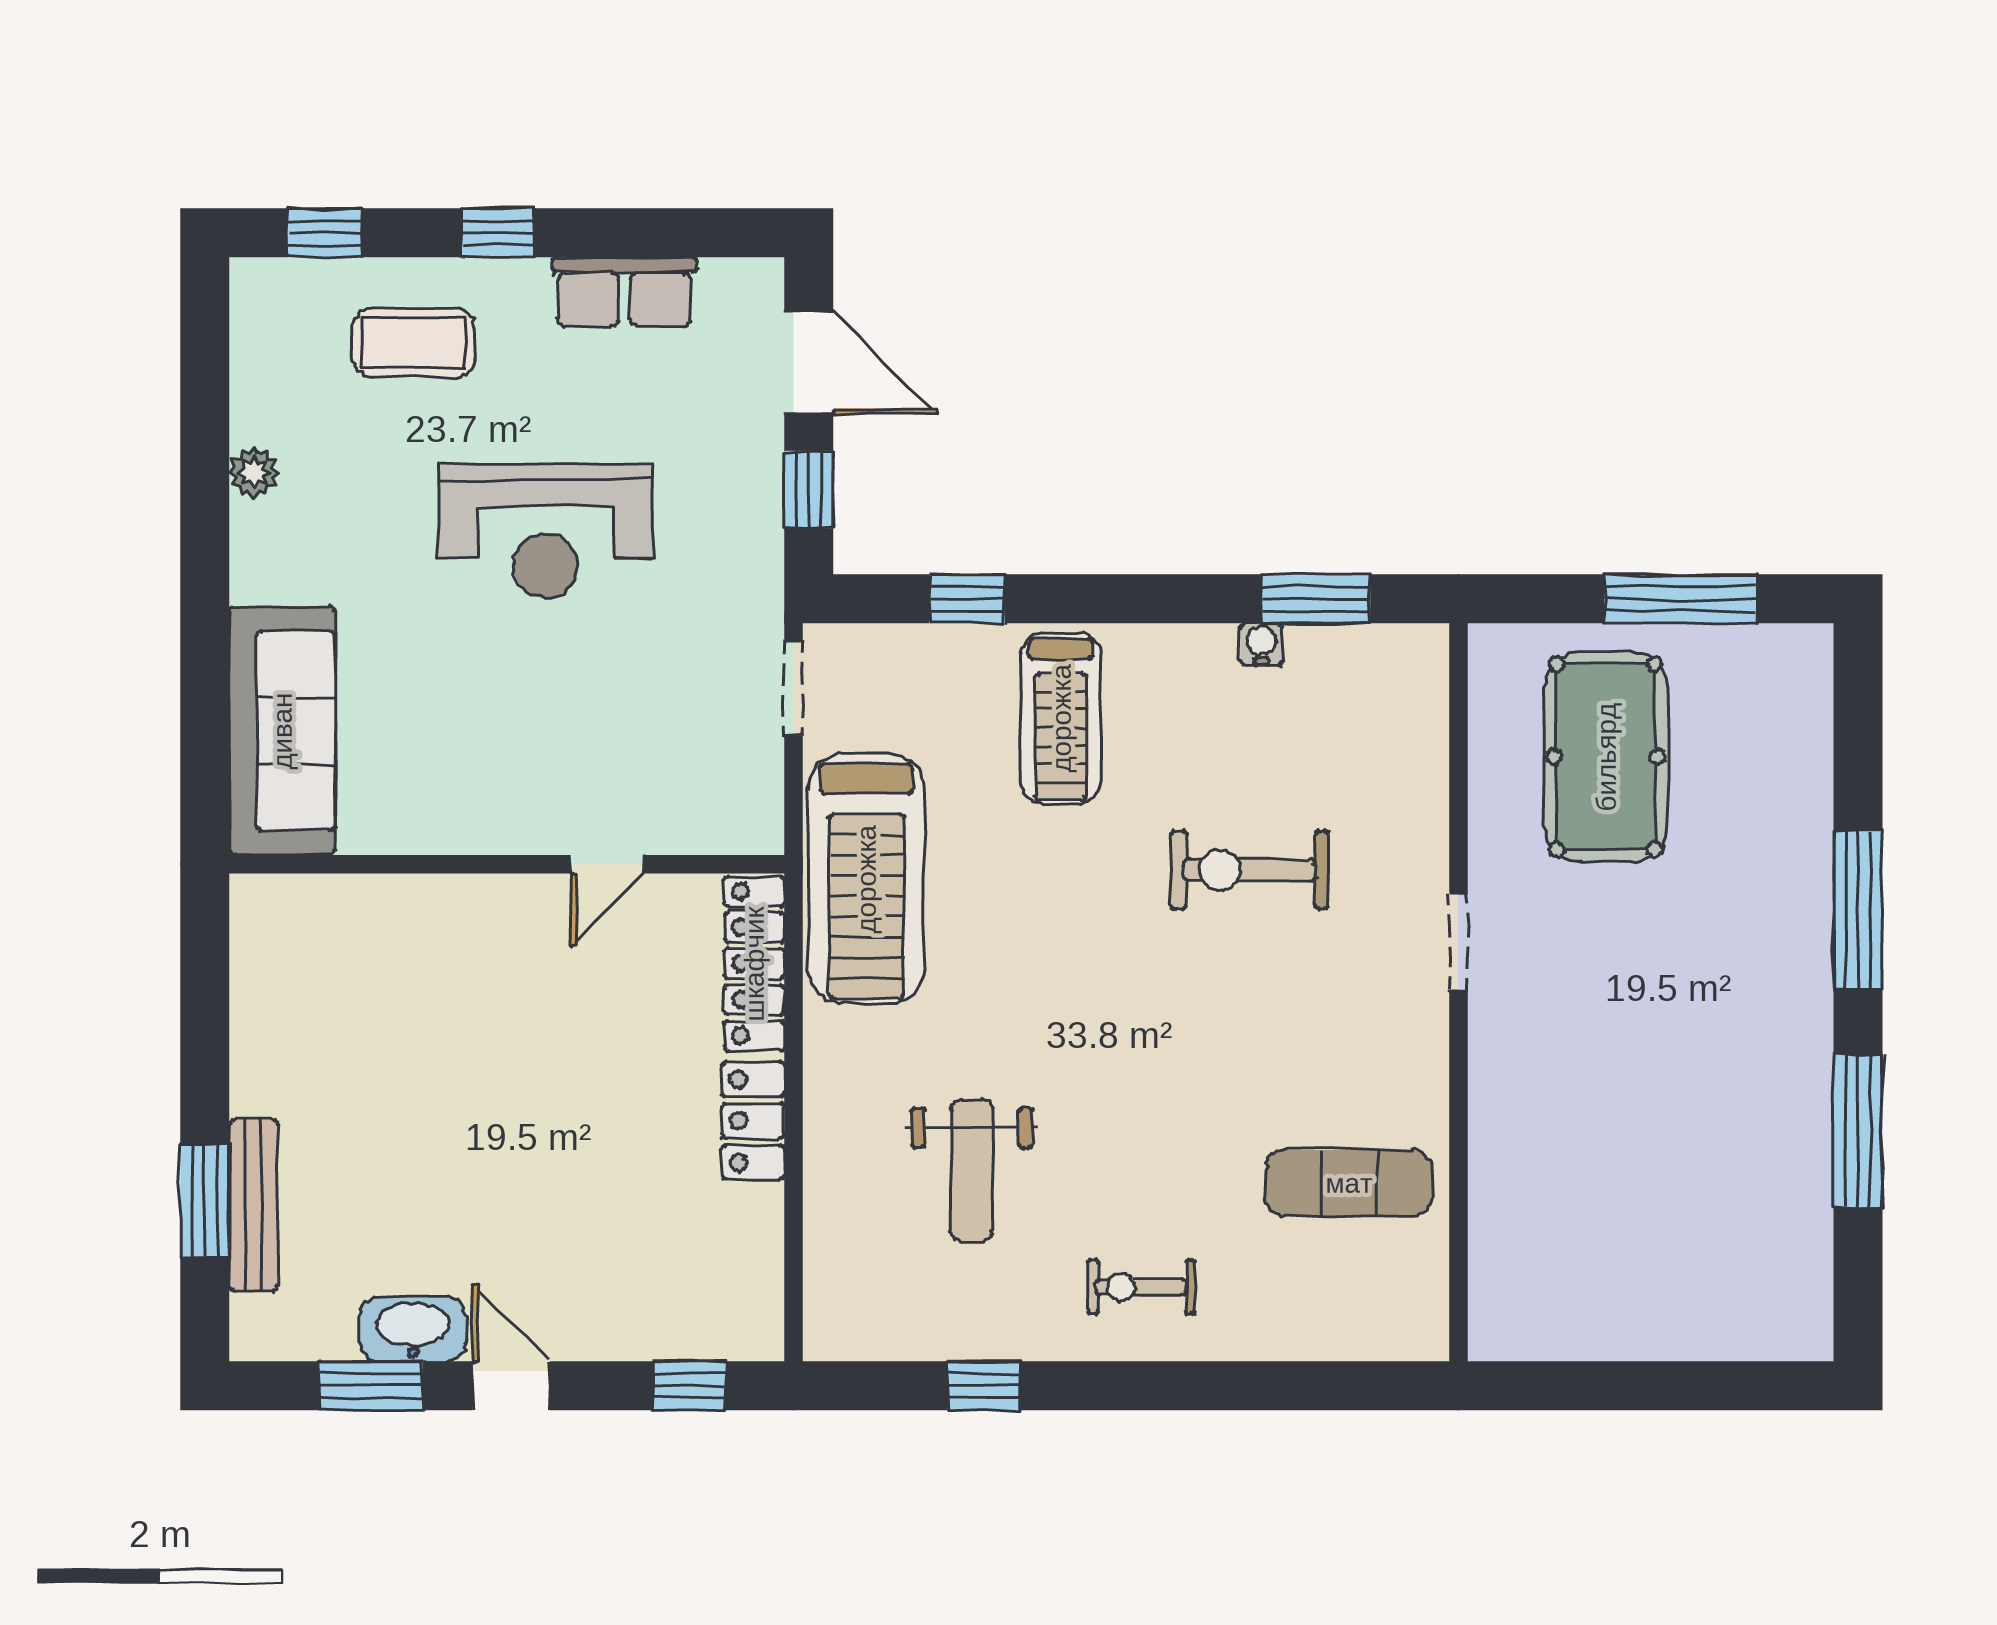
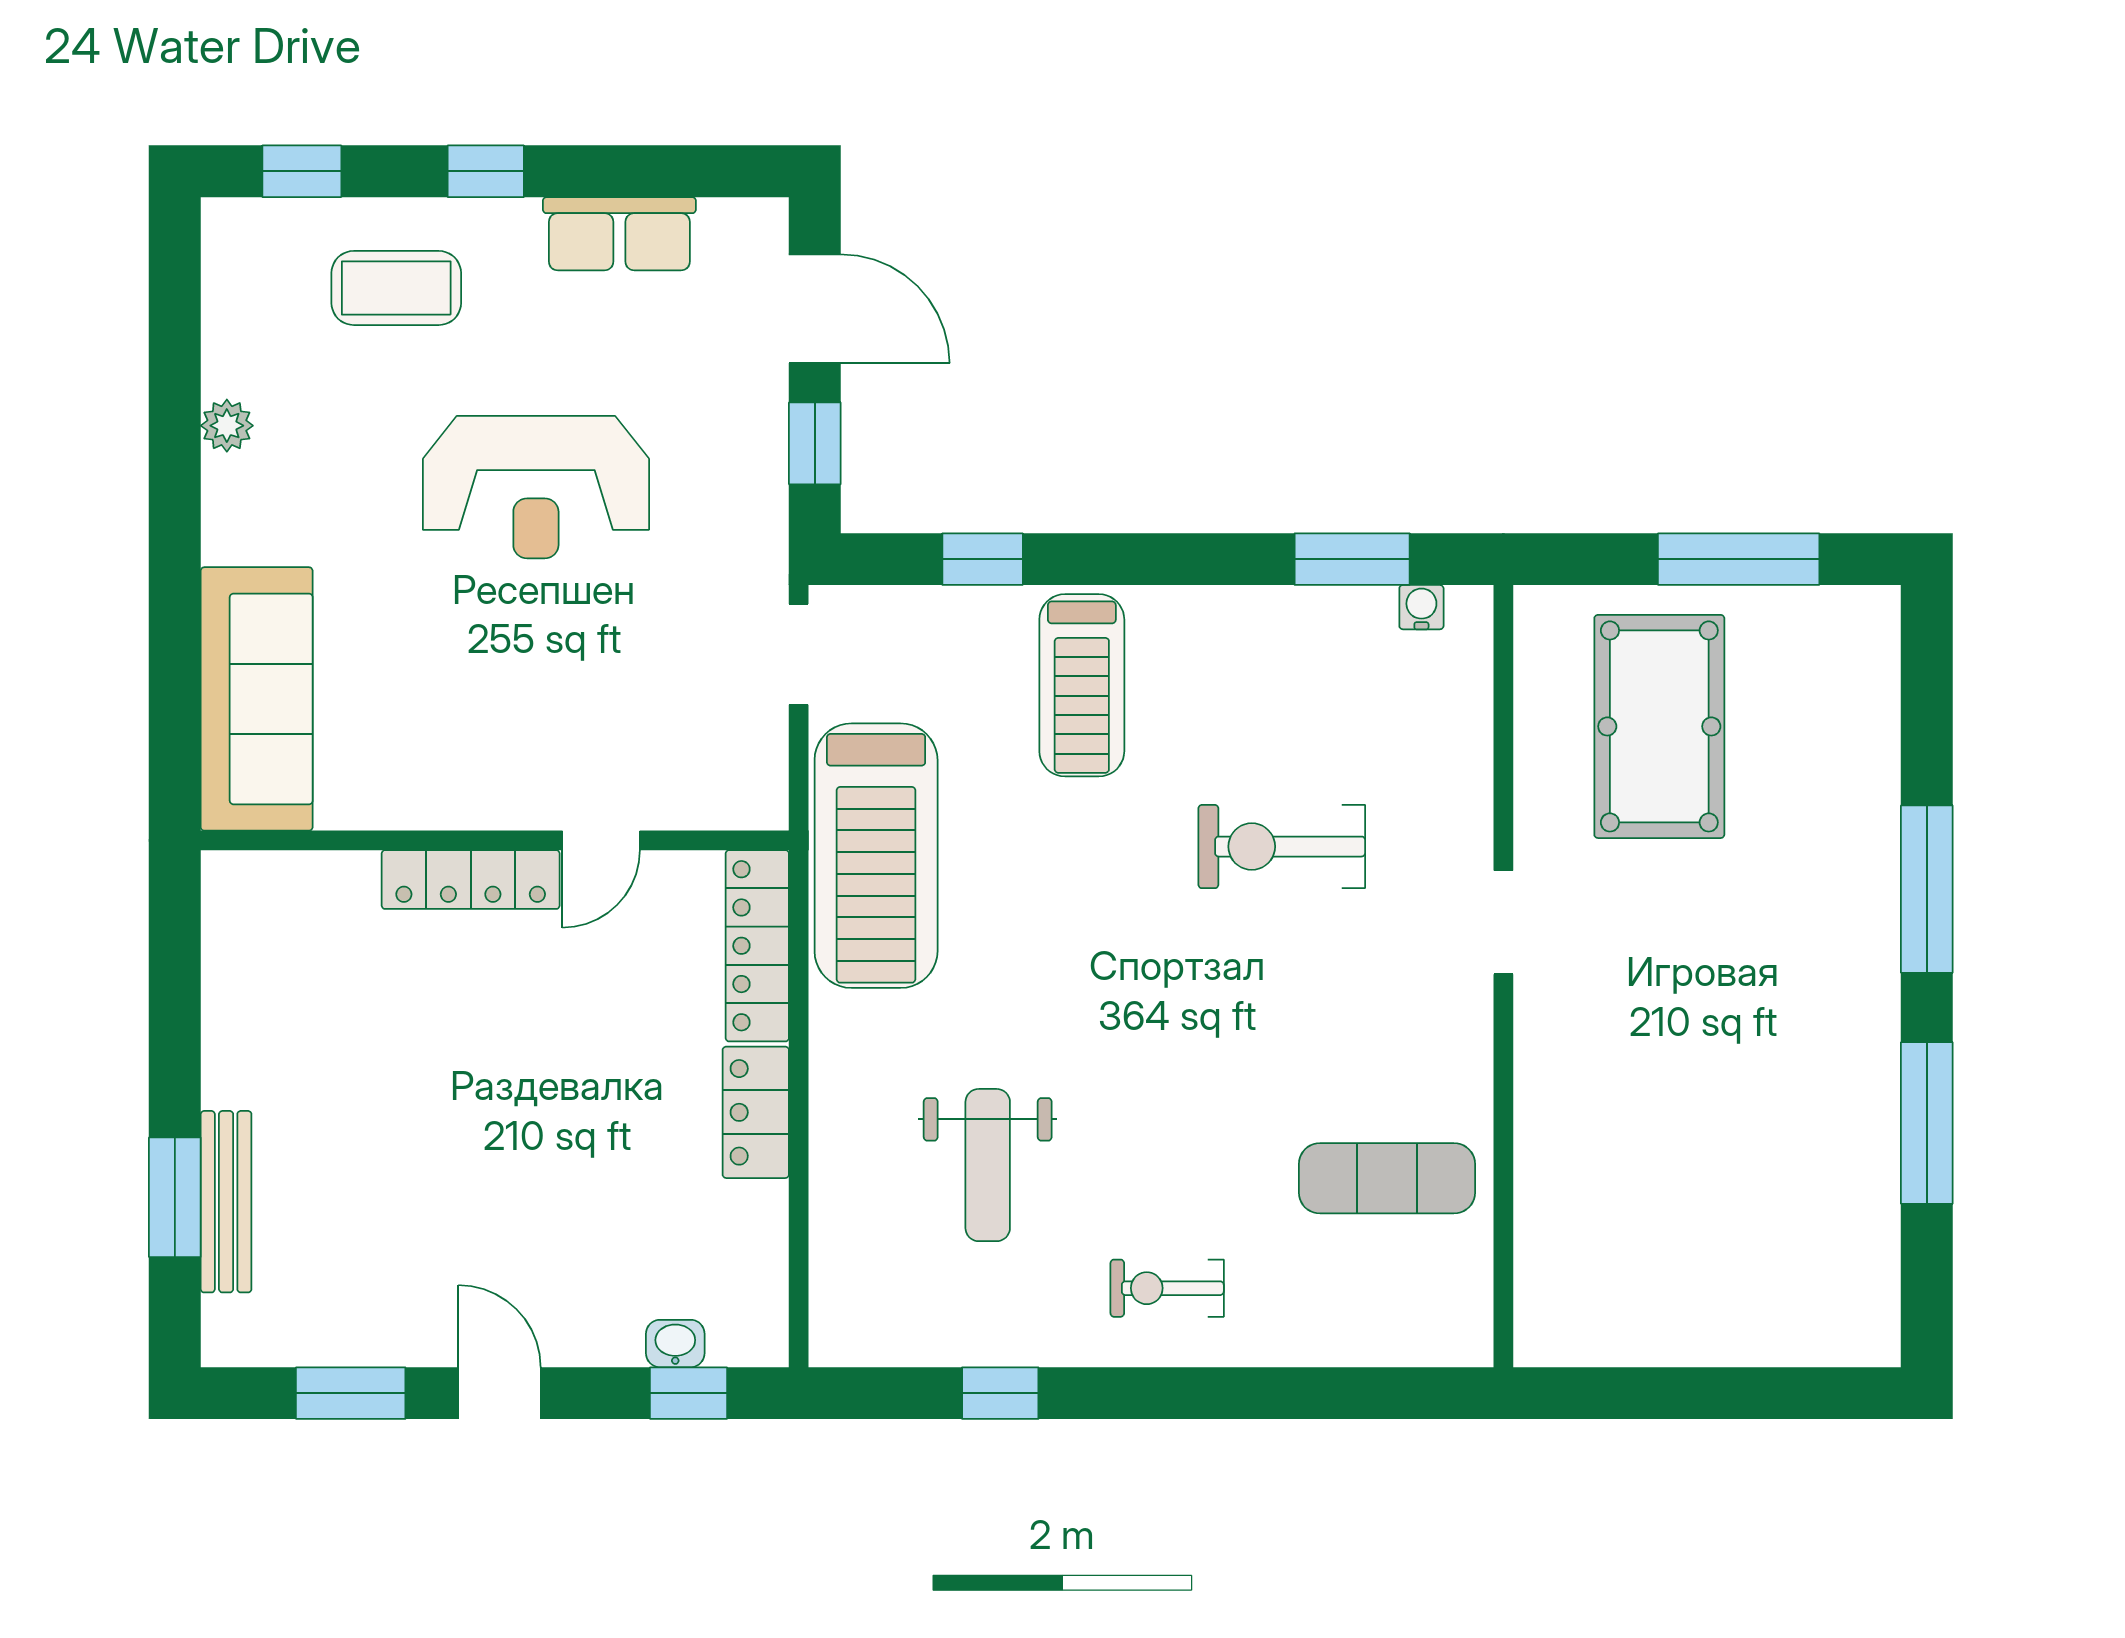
water cooler: (1261, 644) -> (1421, 607), moved
locker: (484, 901) -> (471, 880), added
washbasin: (413, 1329) -> (675, 1344), moved, width x0.52, depth x0.69

